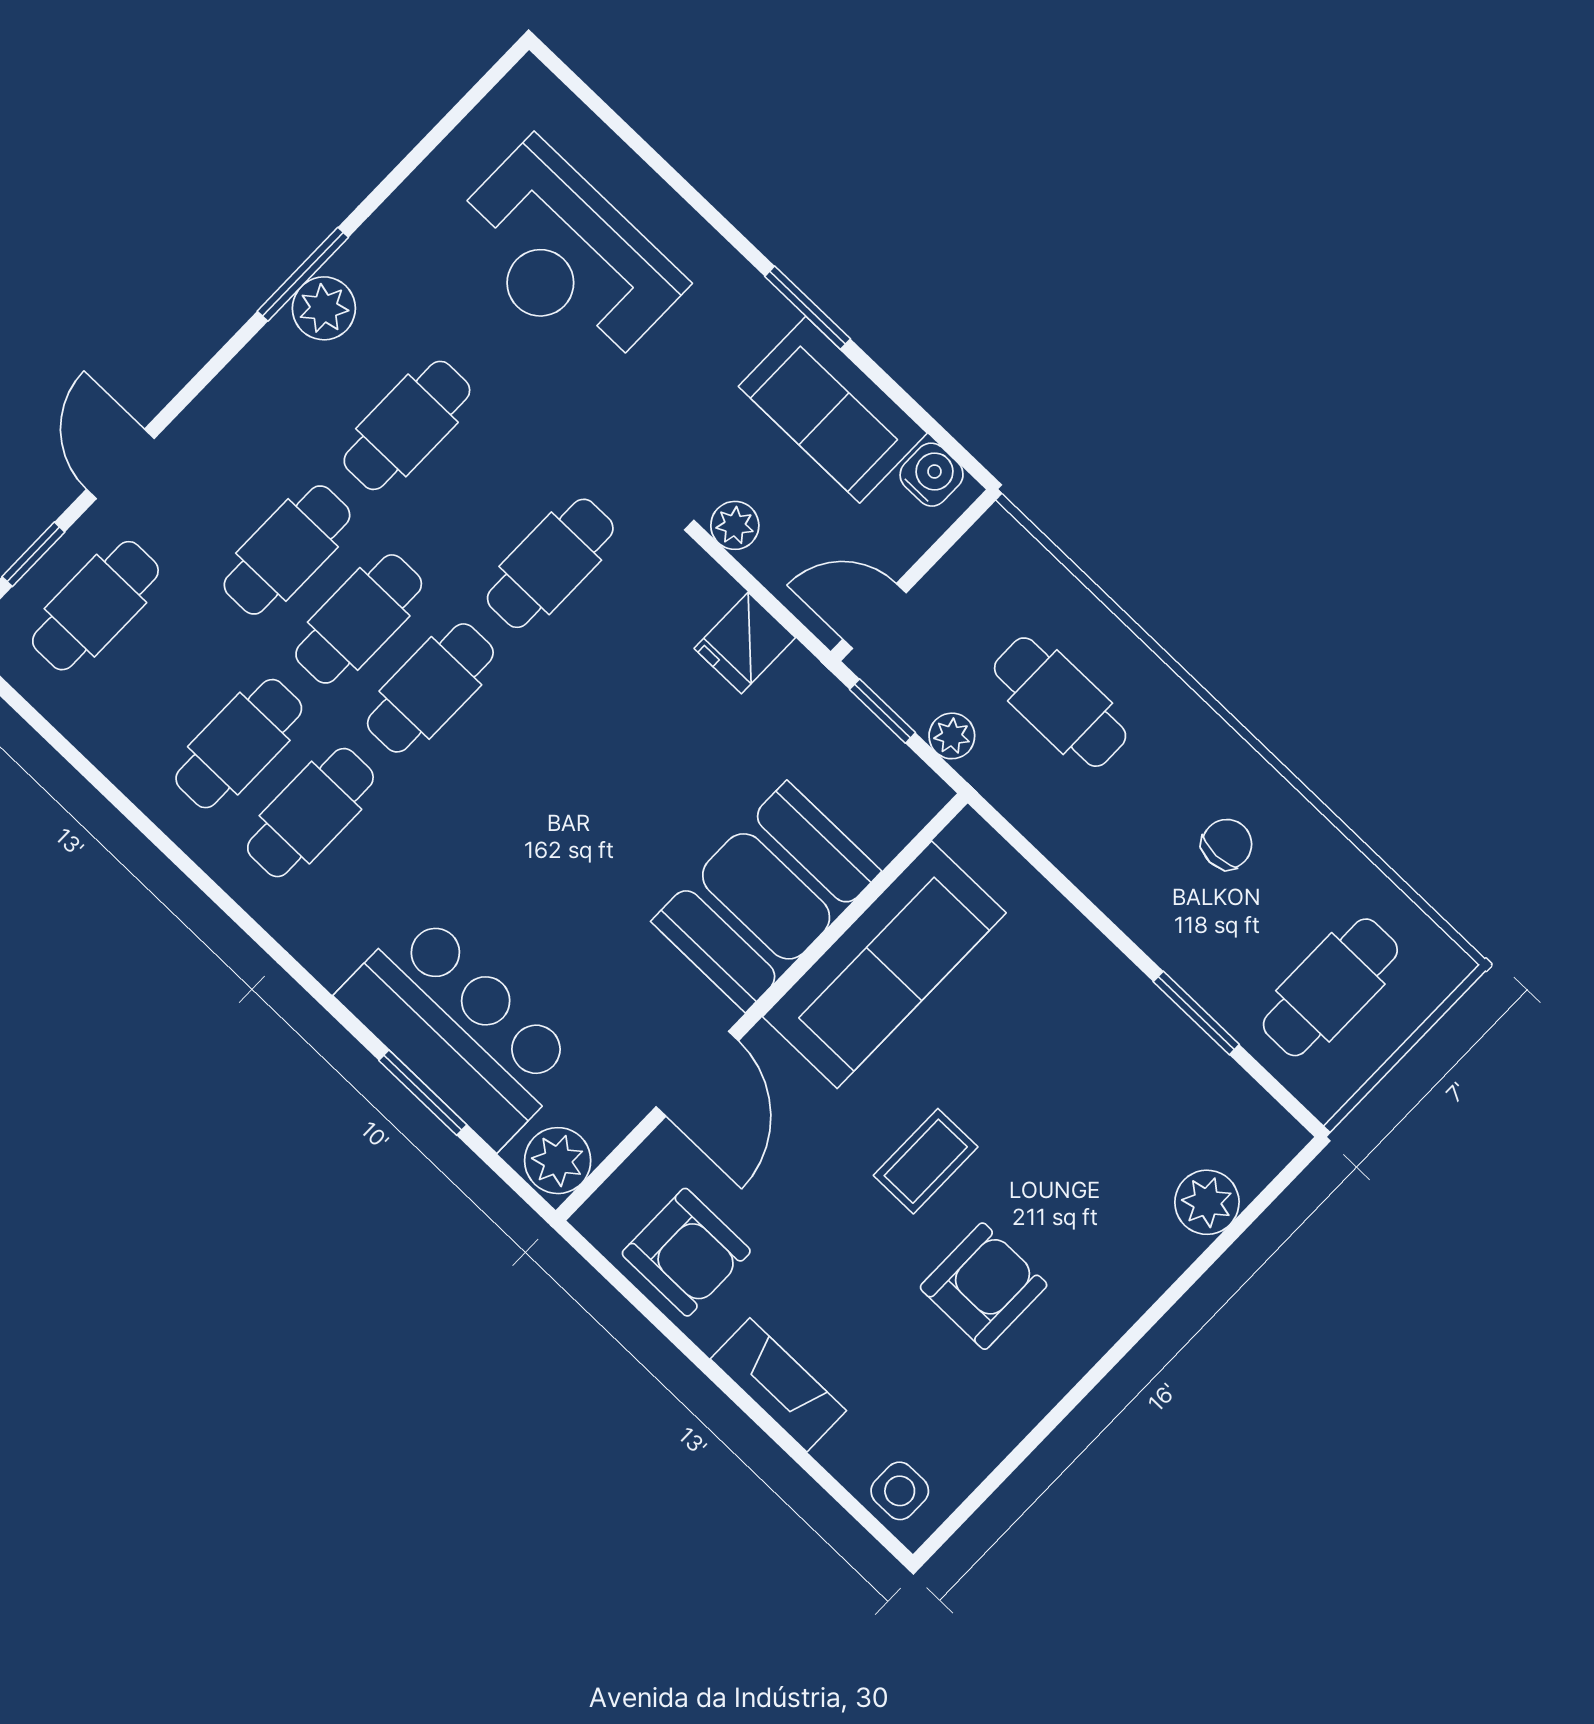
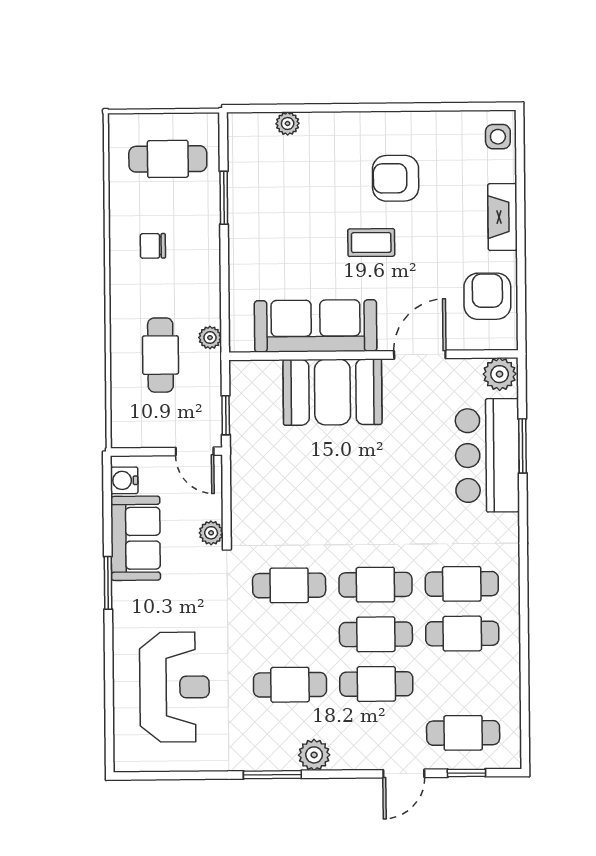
plant: (324, 308) -> (314, 755), moved
fridge: (745, 643) -> (250, 488), removed
plant: (952, 736) -> (210, 338), moved
plant: (1207, 1202) -> (288, 123), width x0.73, depth x0.73

